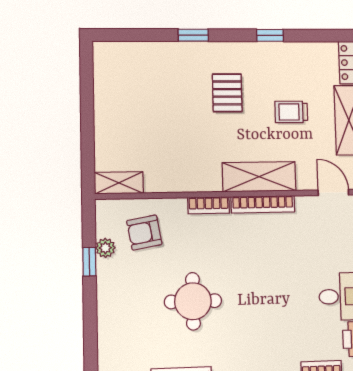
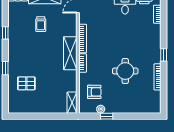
pallet: (227, 93) -> (26, 83), moved
shelving: (259, 177) -> (70, 53), moved
armchair: (144, 232) -> (94, 92), turned -80

